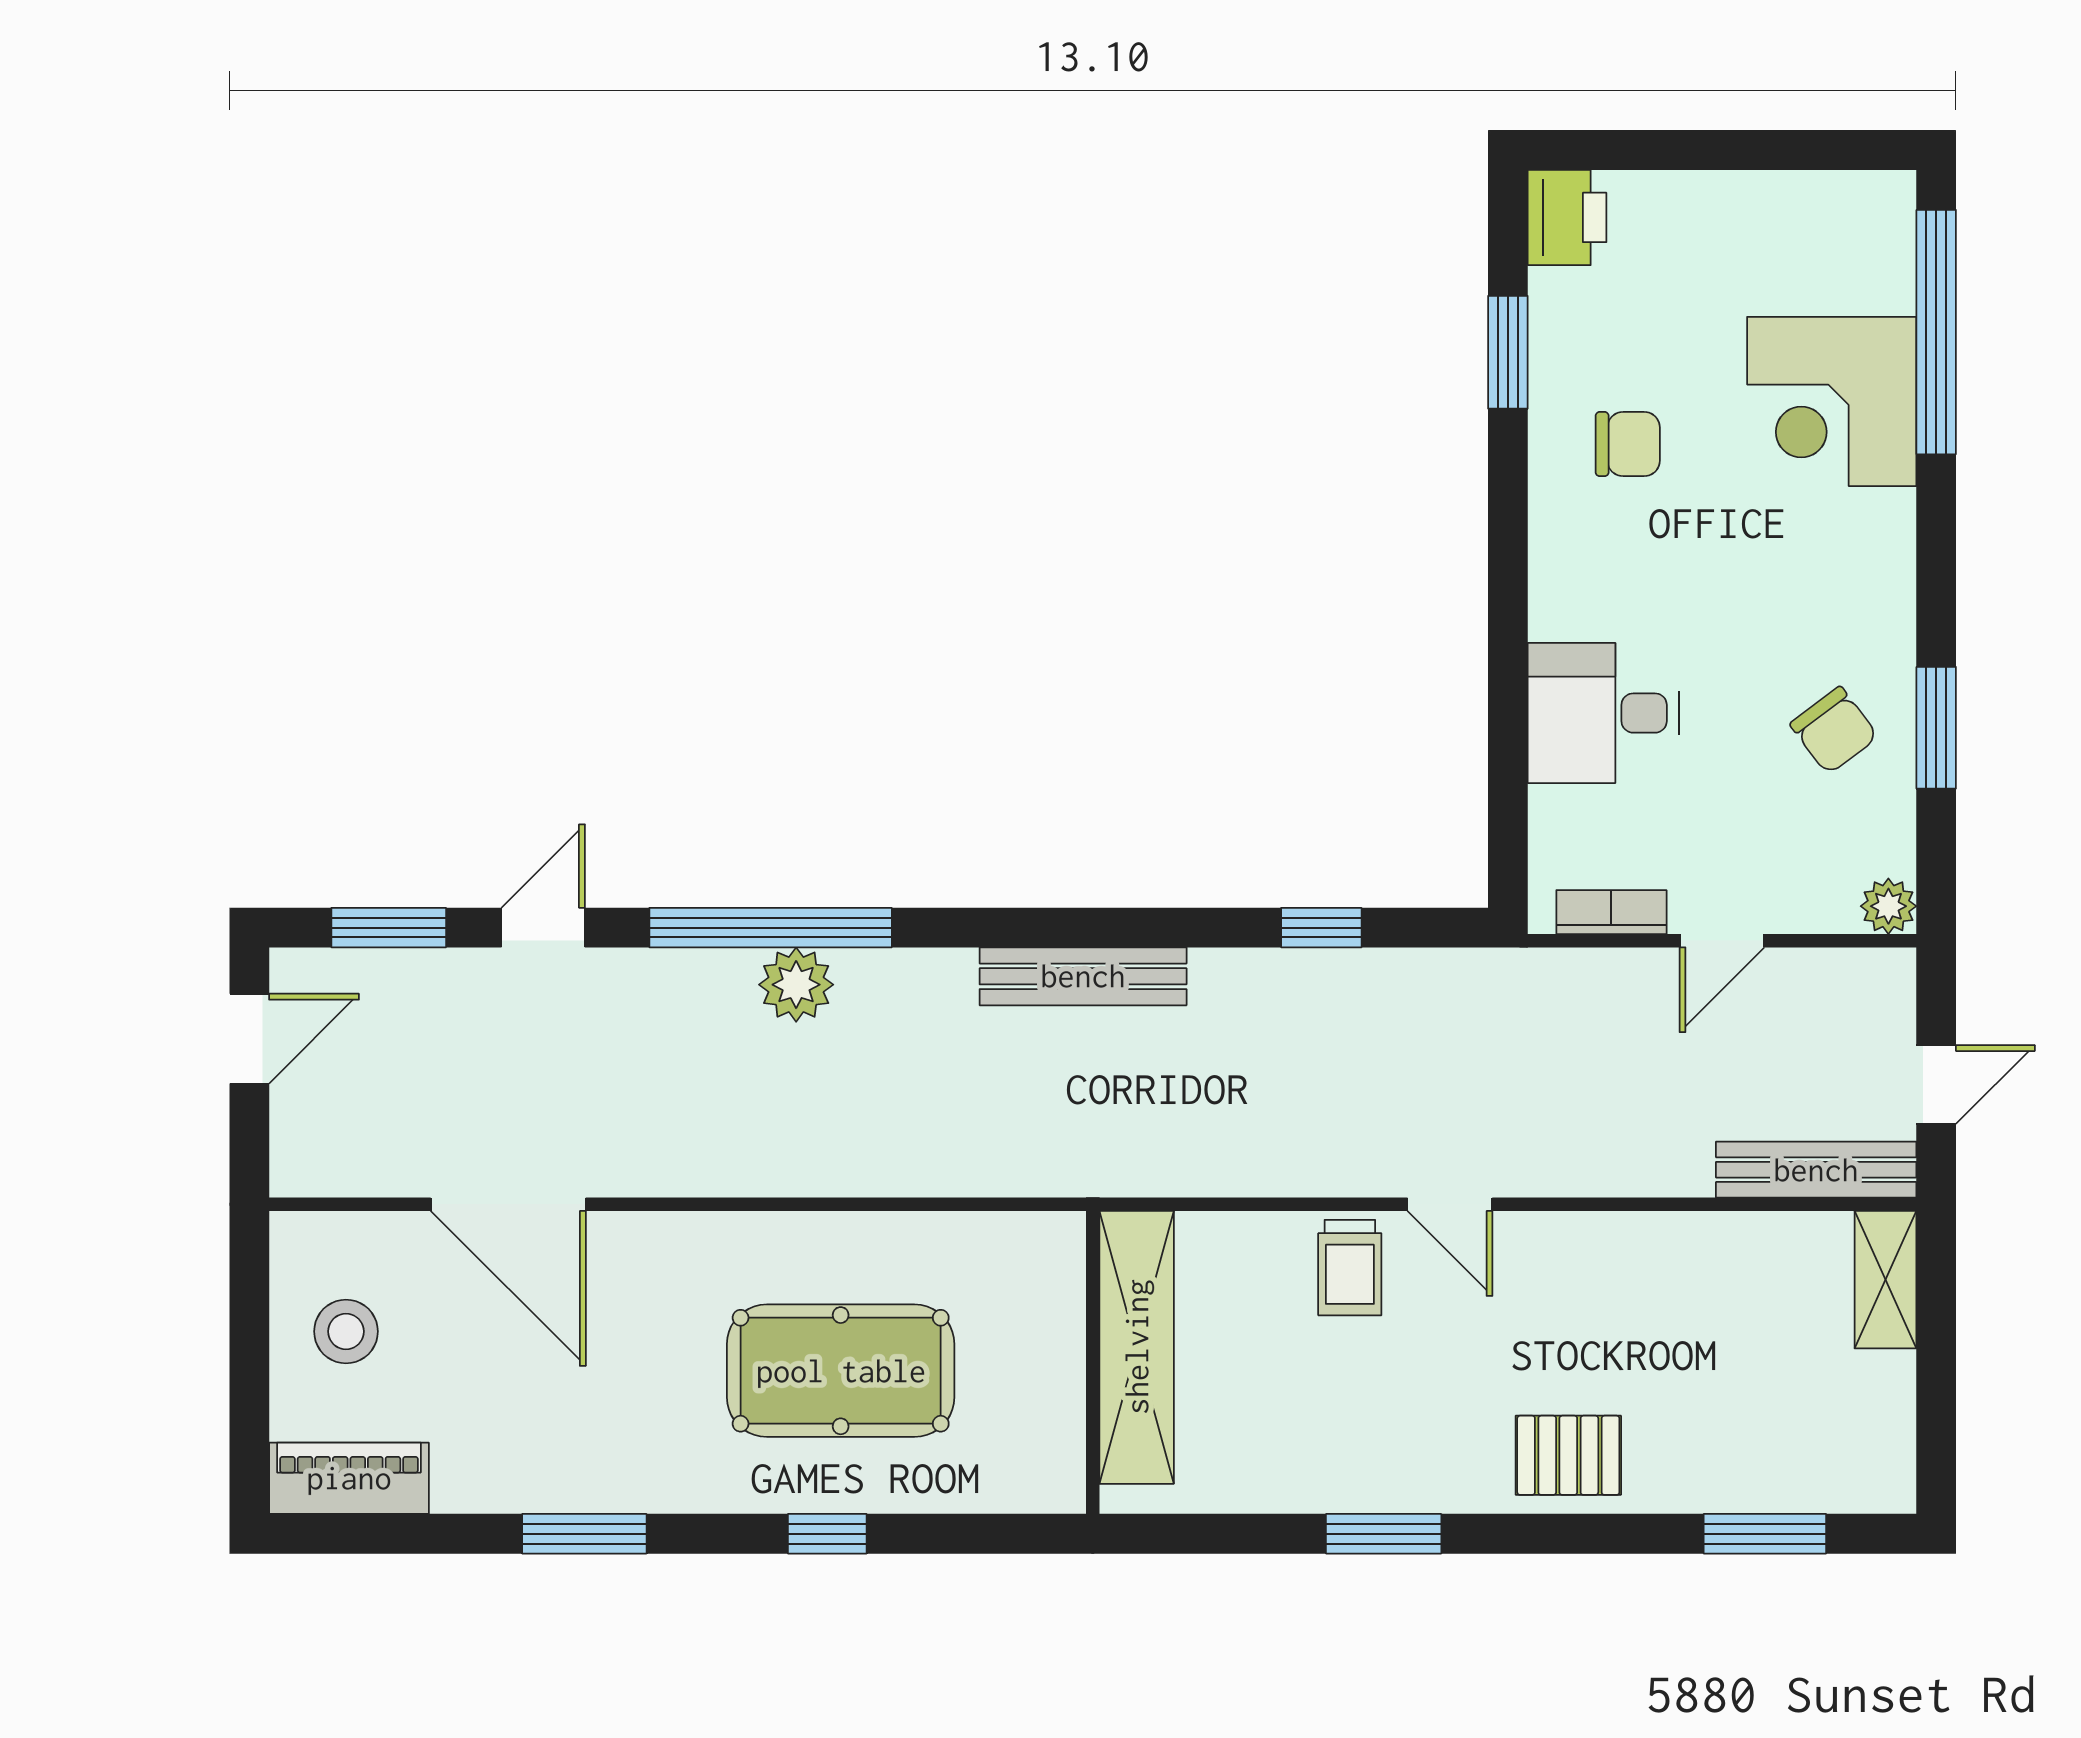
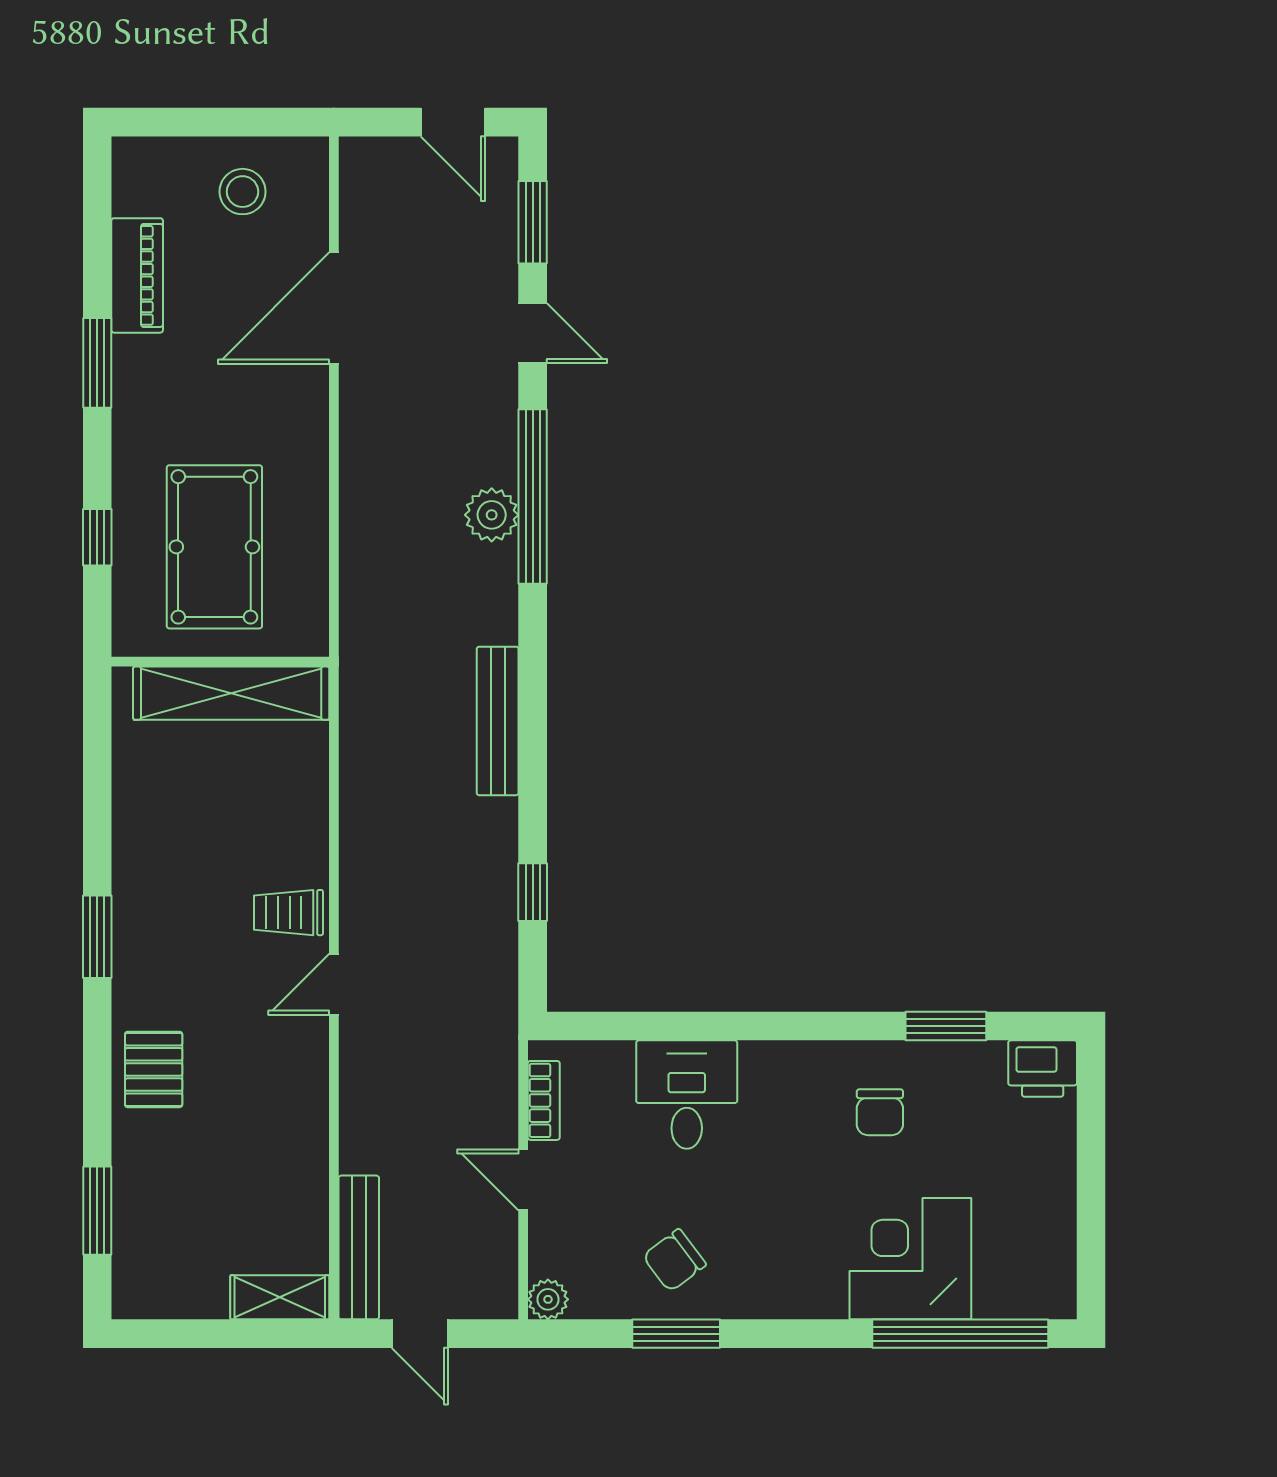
shelving: (1137, 1347) -> (231, 693), moved
wall: (1093, 1362) -> (220, 662), moved
piano: (349, 1478) -> (137, 275), moved

